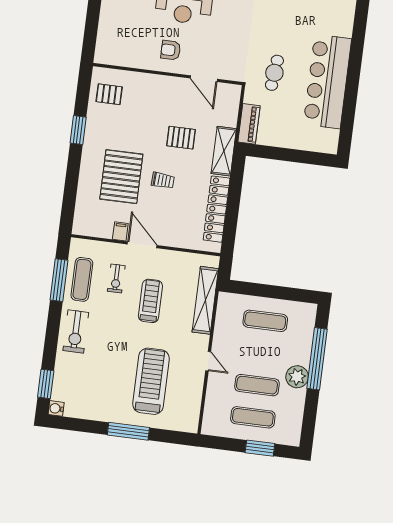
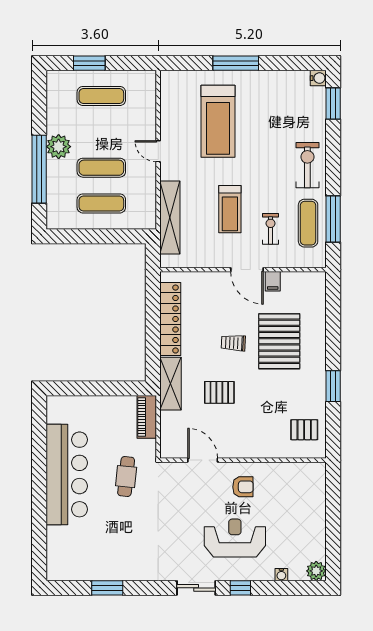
exercise mat: (257, 385) -> (101, 168), moved

